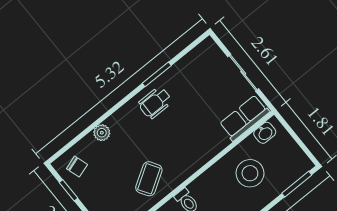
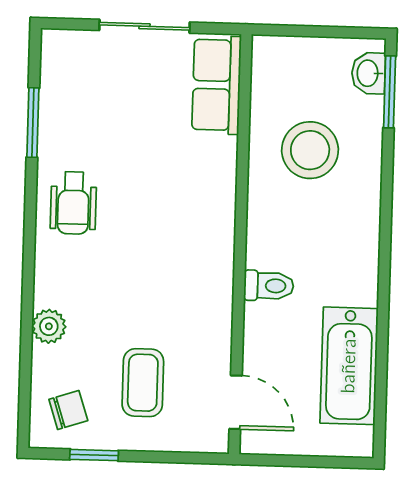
window: (157, 74) -> (33, 123), moved
washbasin: (265, 133) -> (369, 73), moved, turned 180
coffee table: (149, 179) -> (143, 383), moved, turned 32

